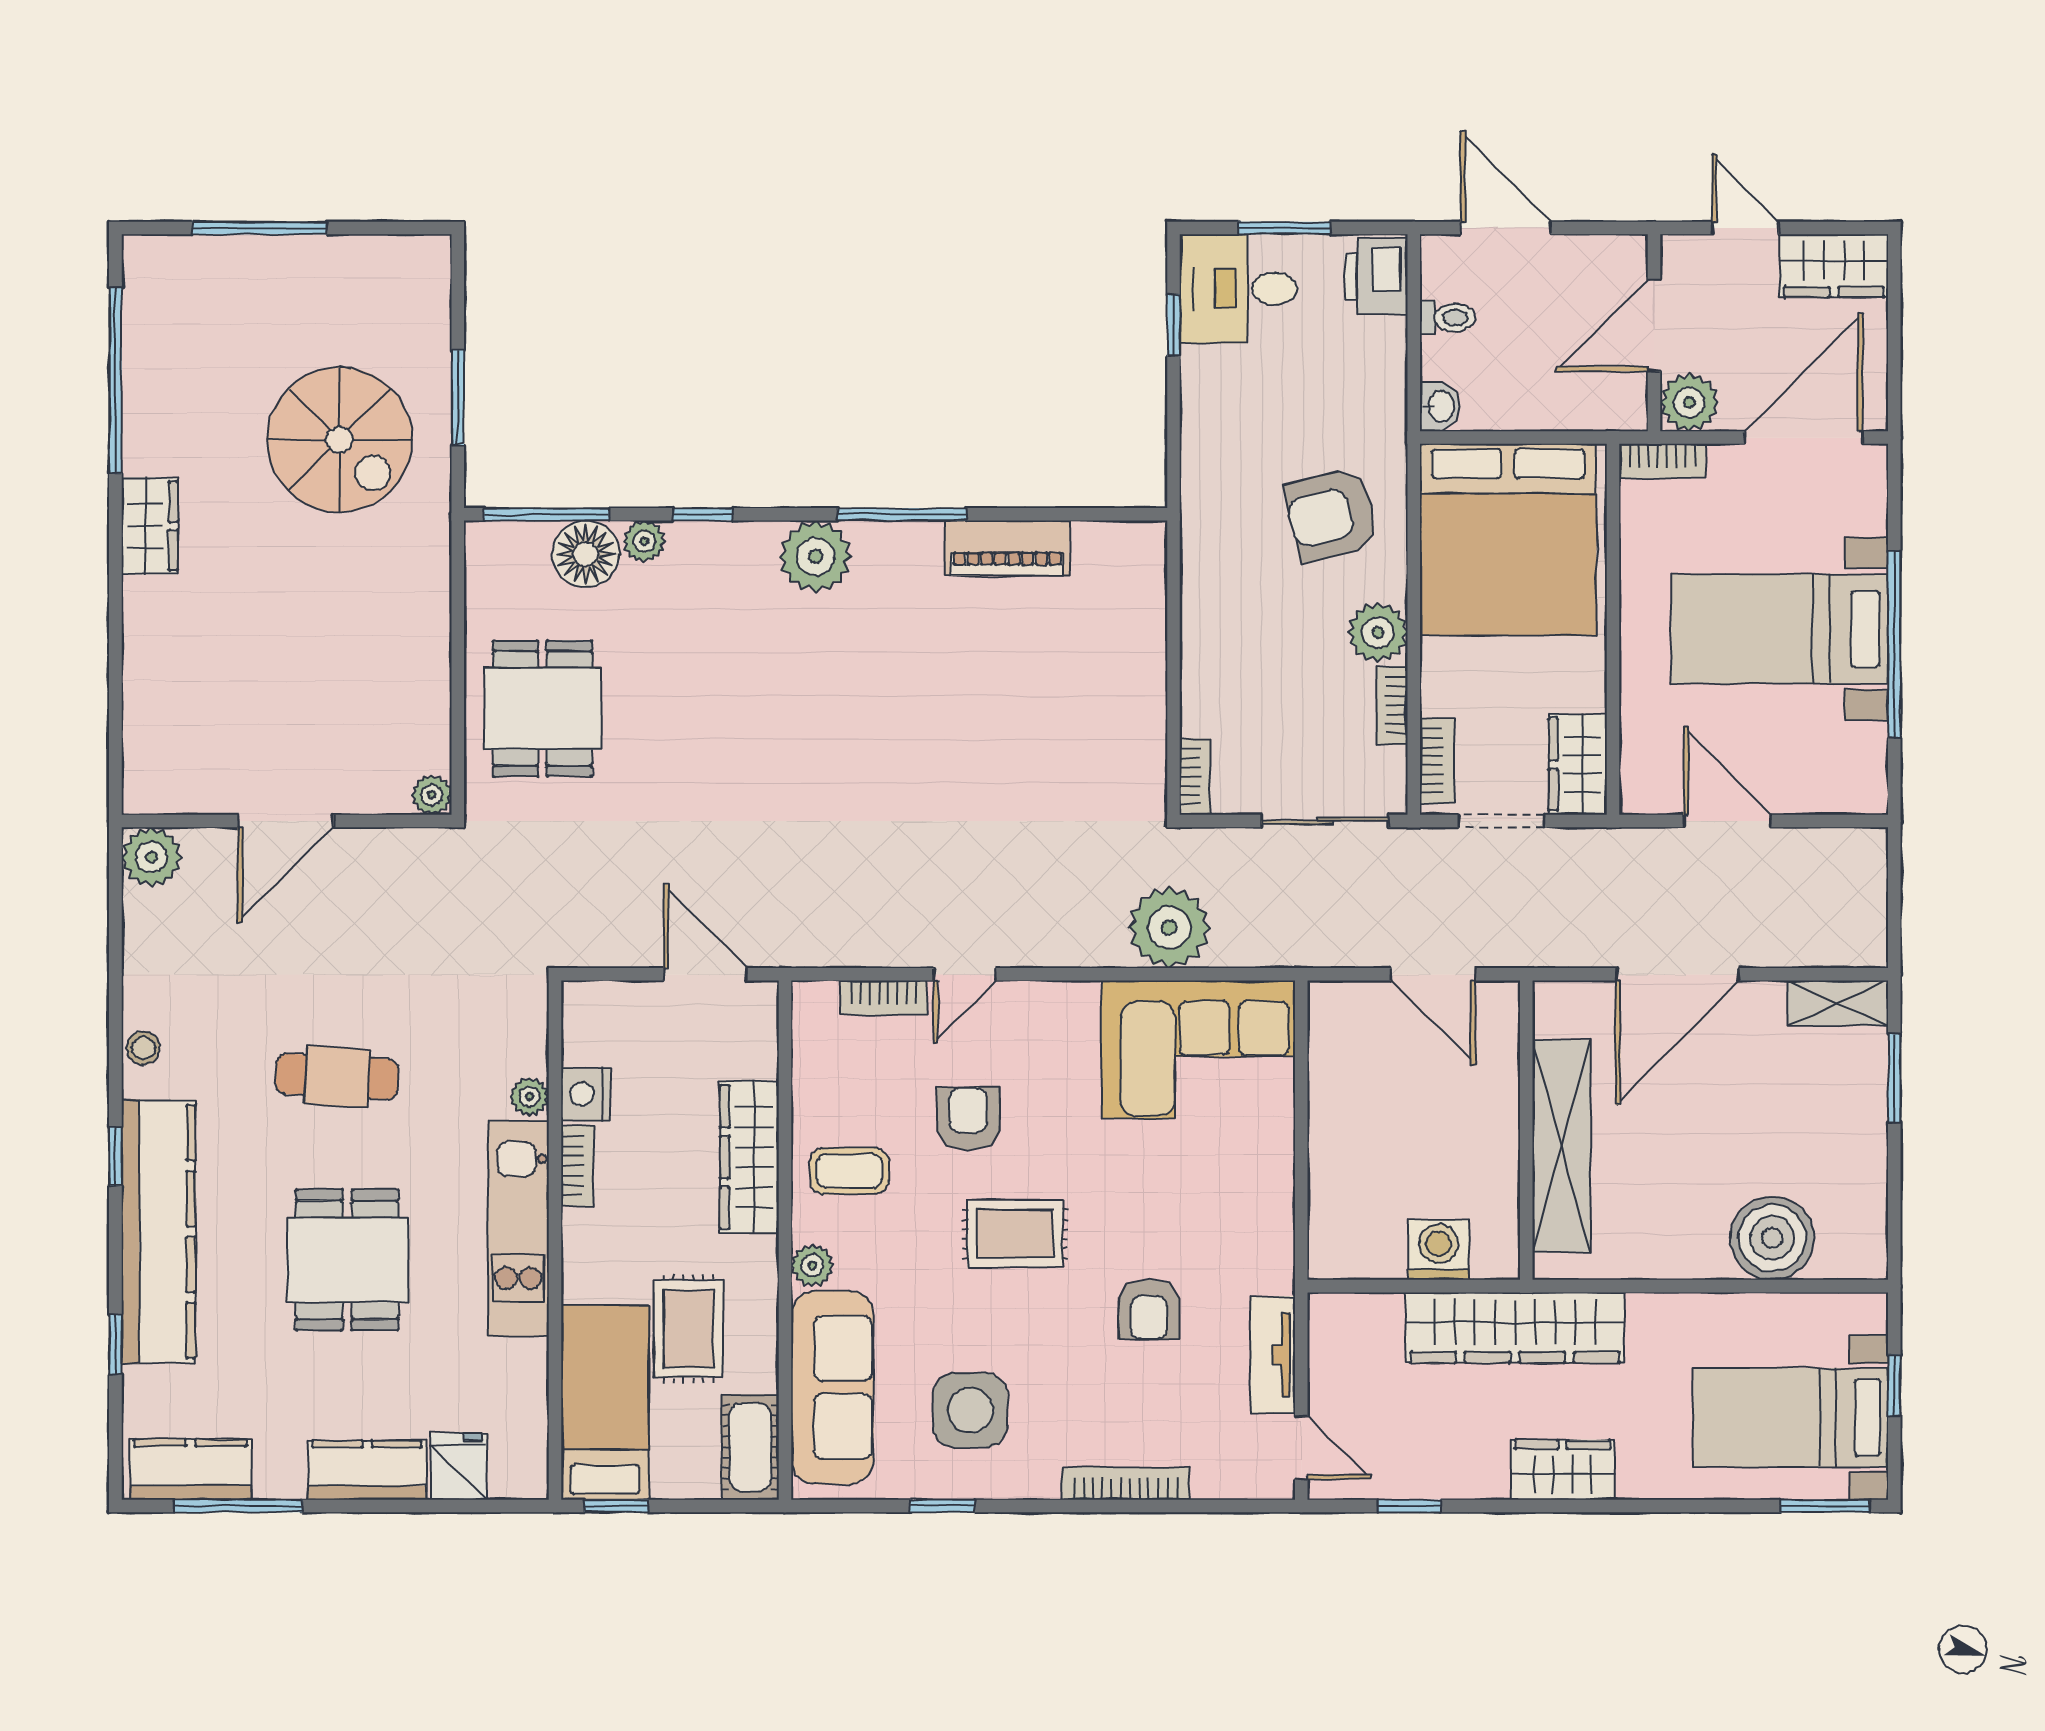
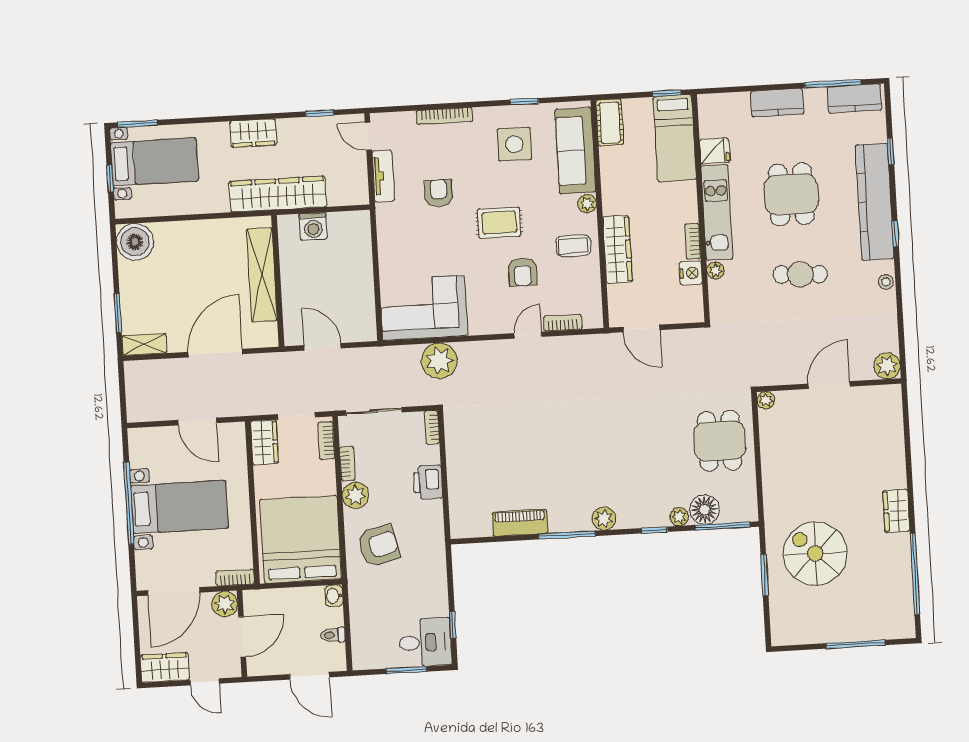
printer: (1376, 276) -> (428, 482), moved, turned 180
plant: (816, 557) -> (604, 519), width x0.73, depth x0.73
boiler: (1772, 1238) -> (135, 242), moved
rug: (689, 1329) -> (640, 173), removed
fridge: (459, 1466) -> (715, 151), moved, turned -90

